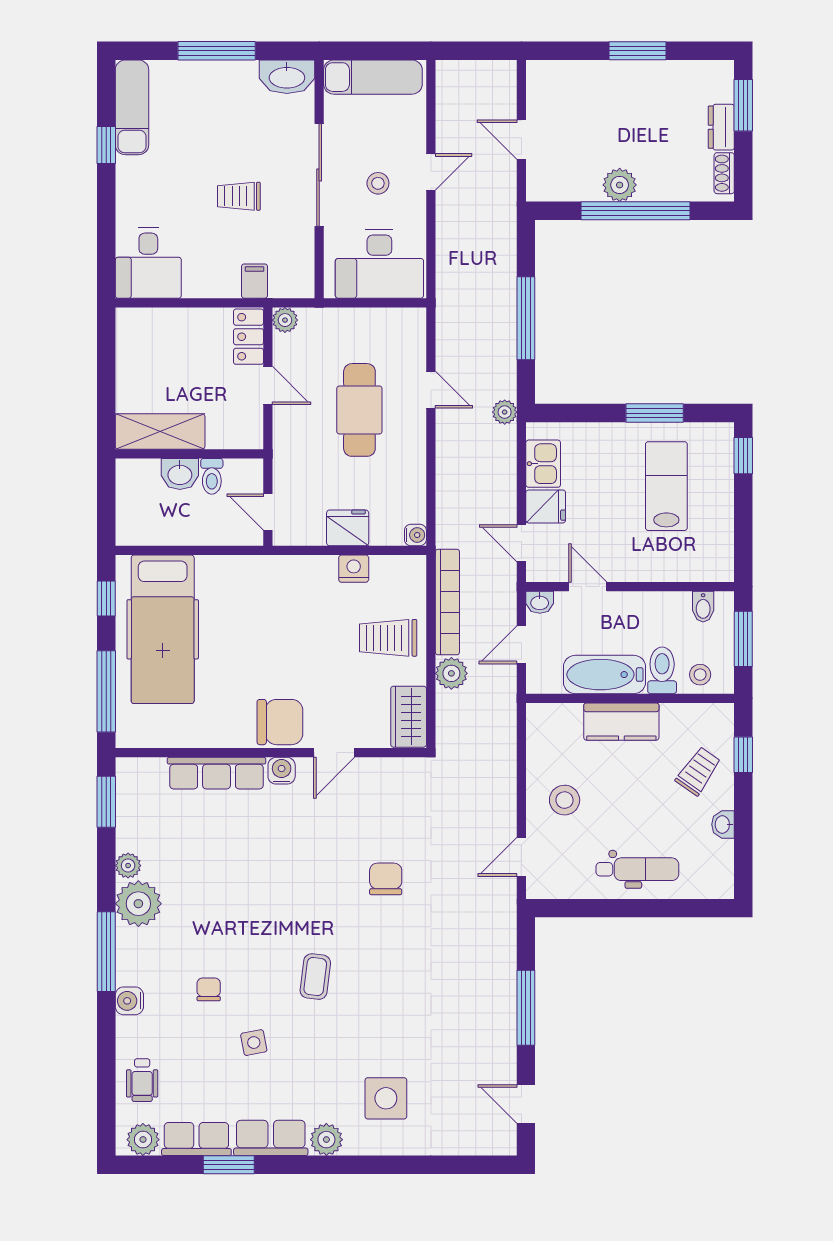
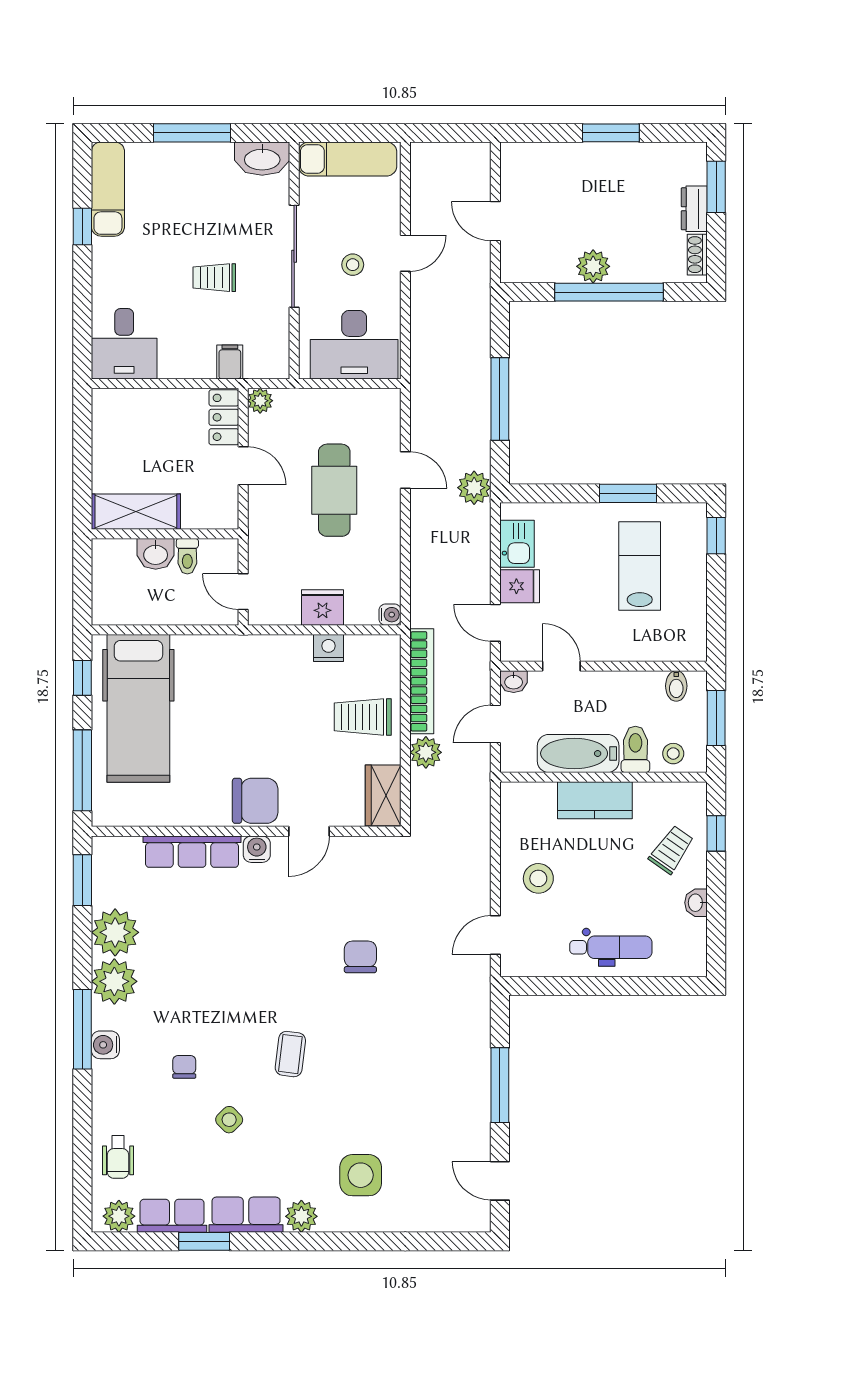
plant: (505, 412) -> (474, 488), width x1.38, depth x1.38
plant: (128, 866) -> (115, 932), width x1.87, depth x1.87
water cooler: (129, 1001) -> (105, 1045), moved
side table: (254, 1043) -> (229, 1120), turned -33

